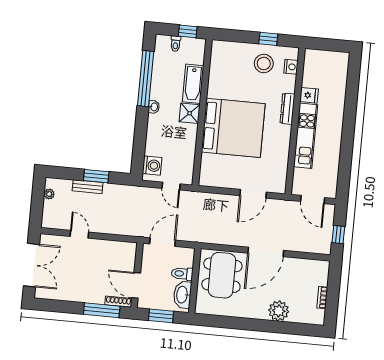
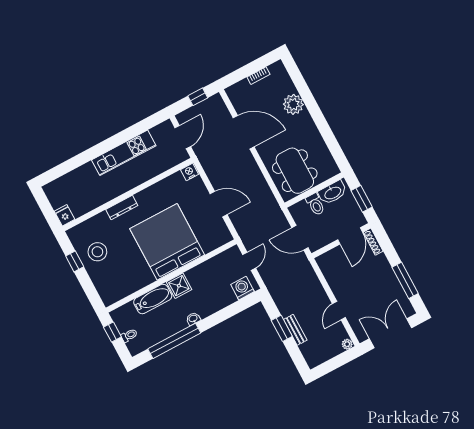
nightstand: (291, 67) -> (189, 172), moved
fridge: (309, 95) -> (65, 215), moved
kitchen unit: (306, 136) -> (124, 153), moved, turned 180
plant: (49, 194) -> (347, 344), moved
door: (253, 194) -> (219, 204), moved
door: (266, 252) -> (244, 132), moved
dining table: (222, 275) -> (295, 171), turned 90
window: (102, 310) -> (405, 280), moved

